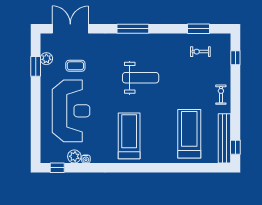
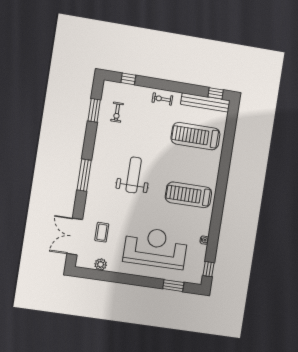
window: (36, 66) -> (173, 286), moved
coffee table: (75, 66) -> (102, 232), moved
plant: (74, 156) -> (200, 251), removed

